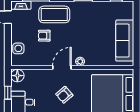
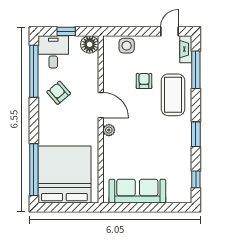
armchair: (64, 95) -> (59, 93), moved

